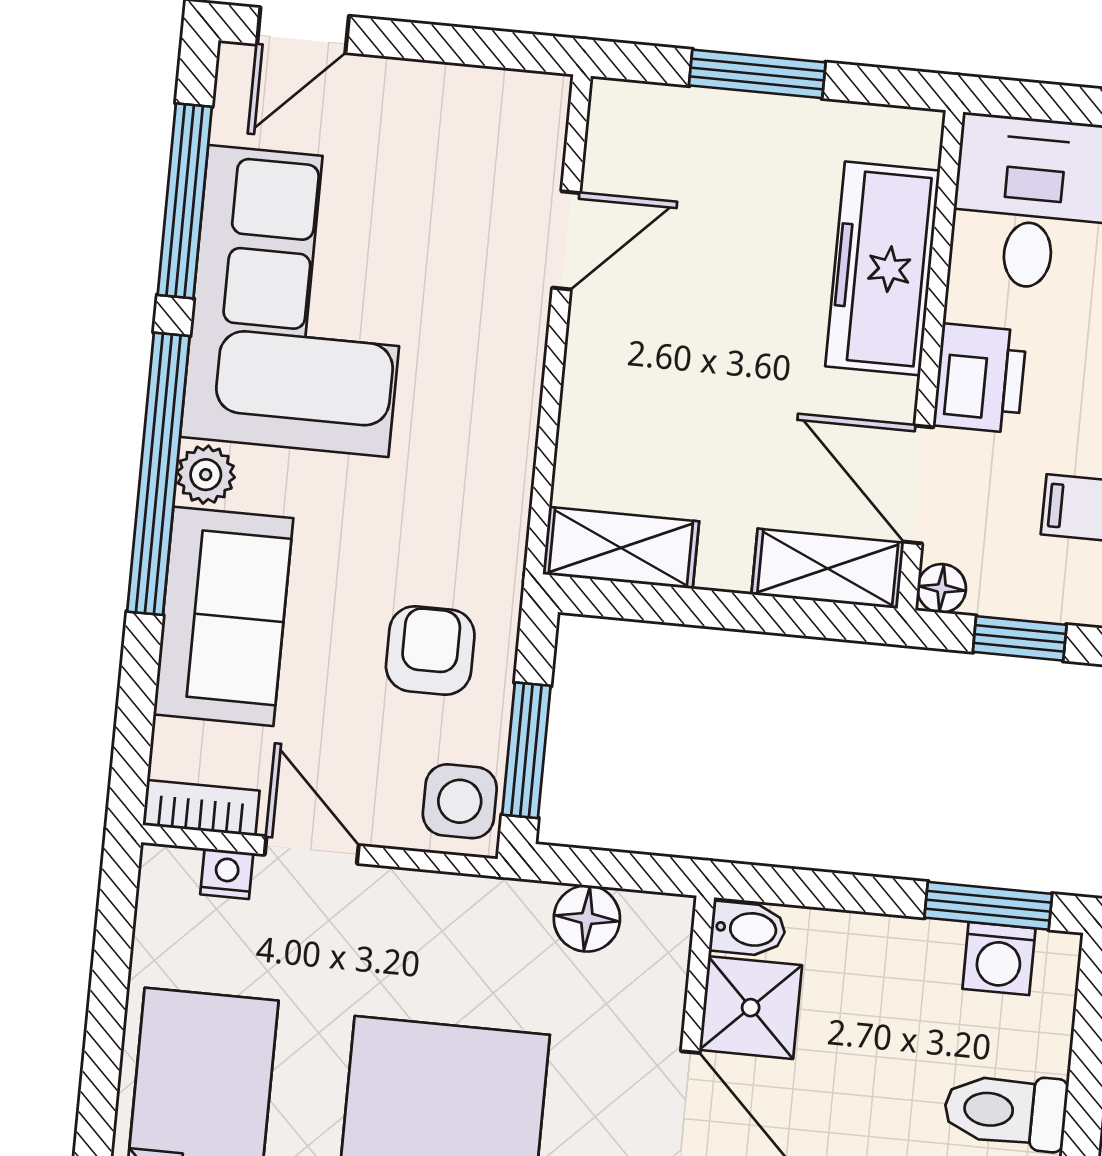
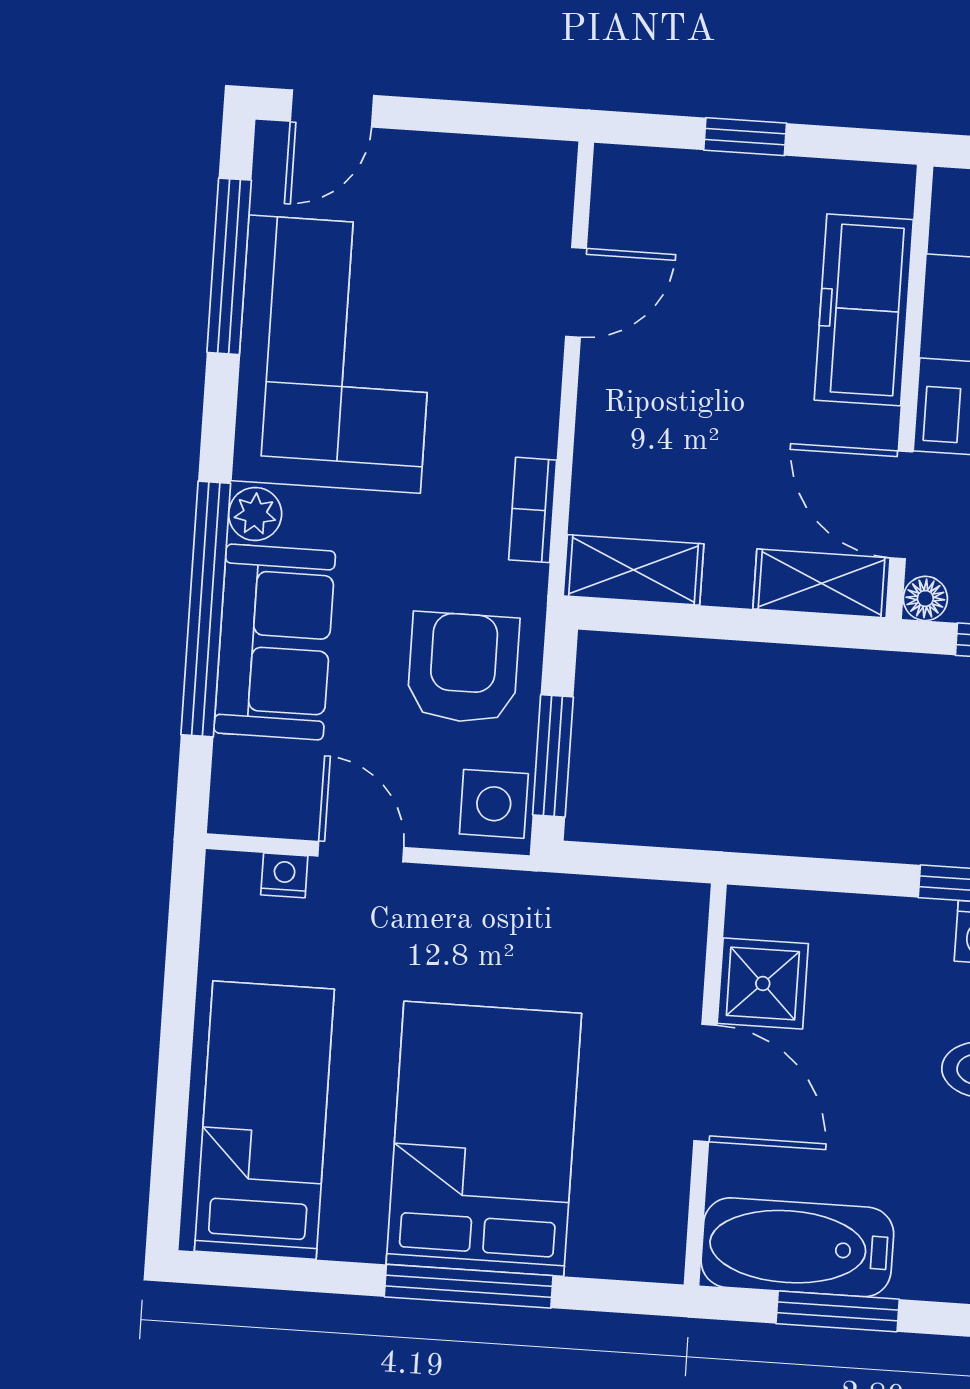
window: (757, 74) -> (745, 137), width x0.67
window: (158, 474) -> (206, 609), moved
armchair: (430, 650) -> (463, 668), width x1.38, depth x1.38
bookcase: (201, 808) -> (533, 510), moved, turned -90
floor lamp: (587, 918) -> (612, 907), removed
bidet: (748, 929) -> (758, 912), removed

